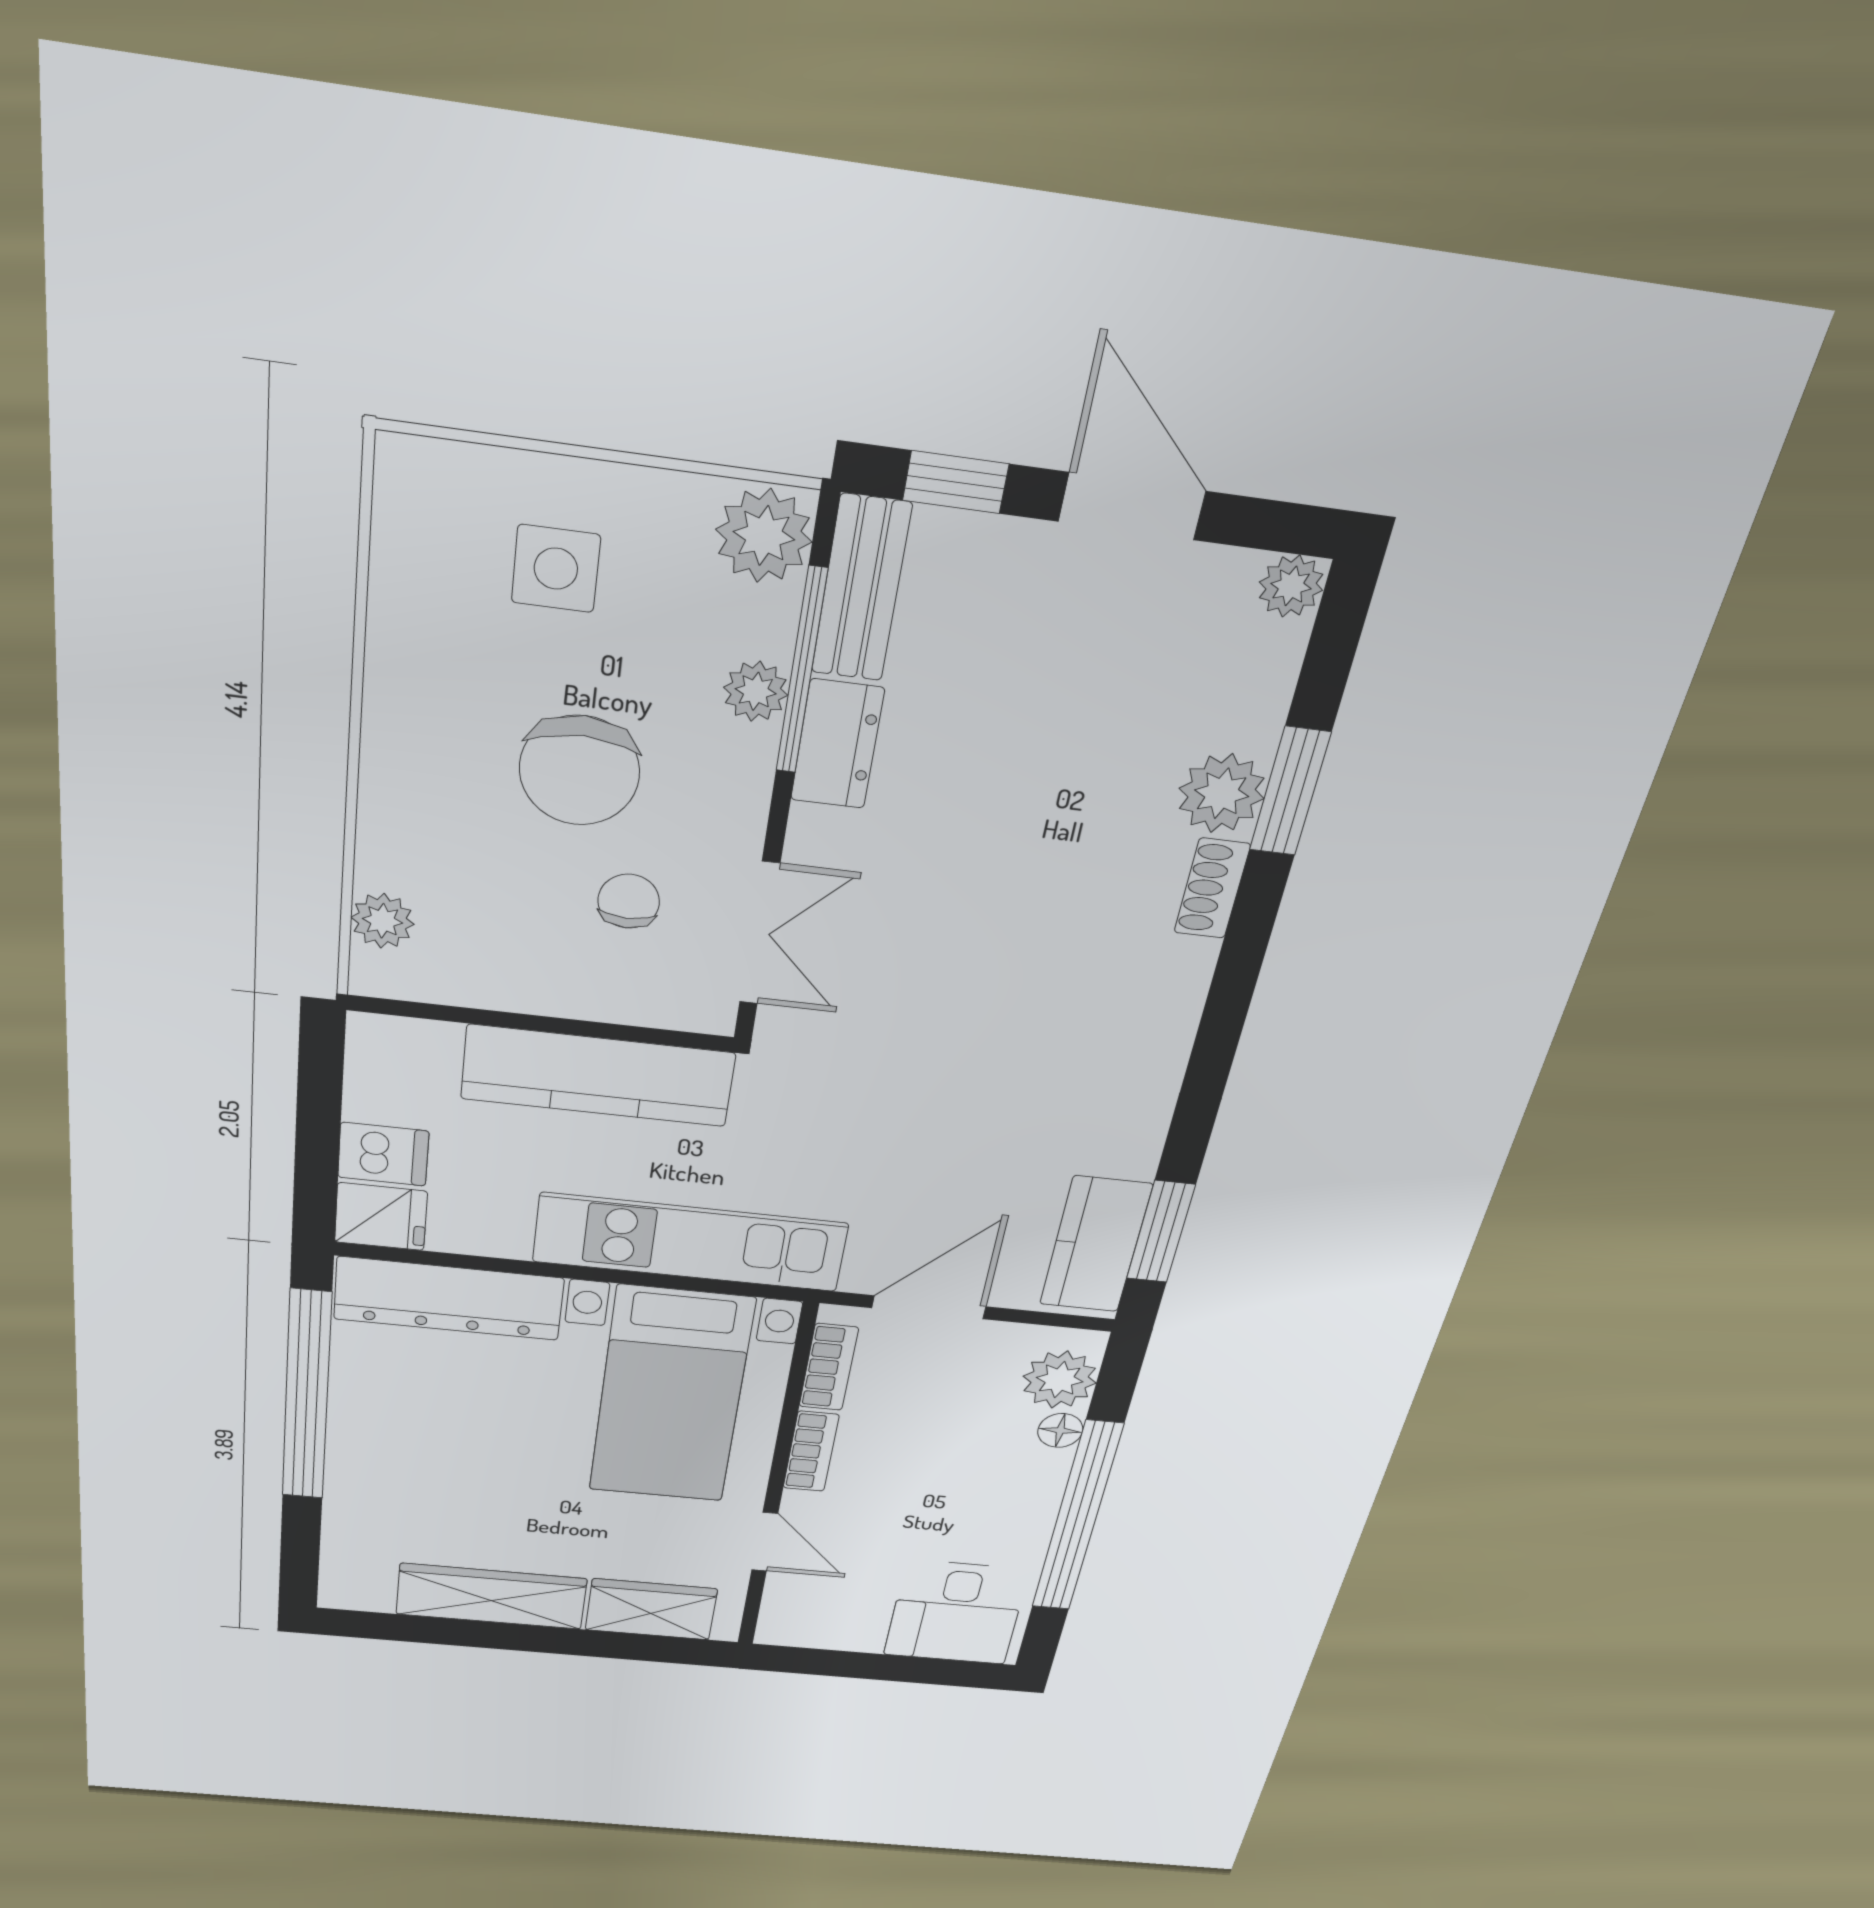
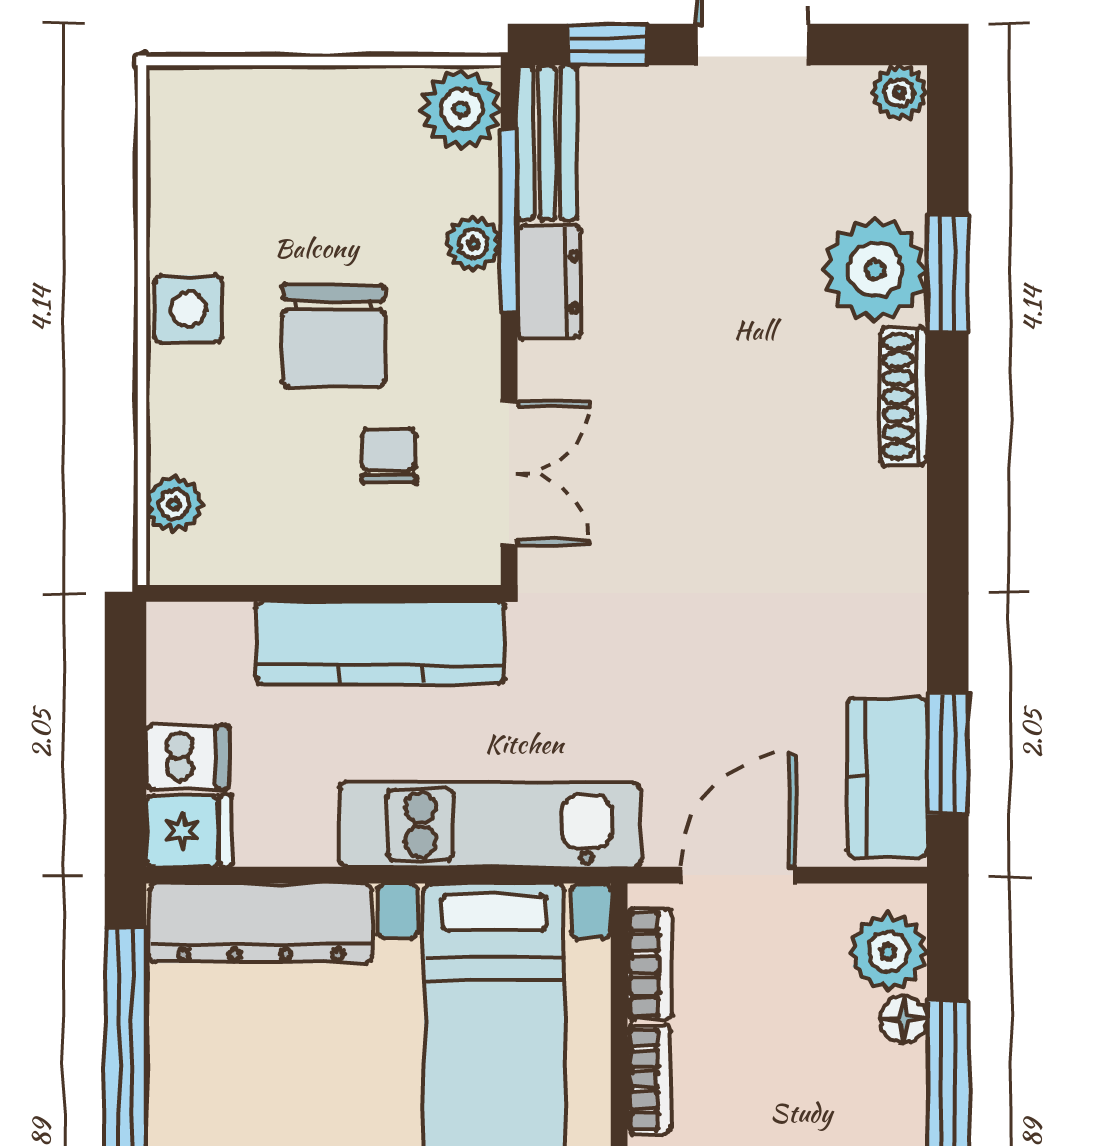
side table: (556, 569) -> (188, 309), moved
plant: (1222, 793) -> (875, 269), width x1.36, depth x1.36
shoe rack: (1212, 888) -> (904, 396), width x1.43

